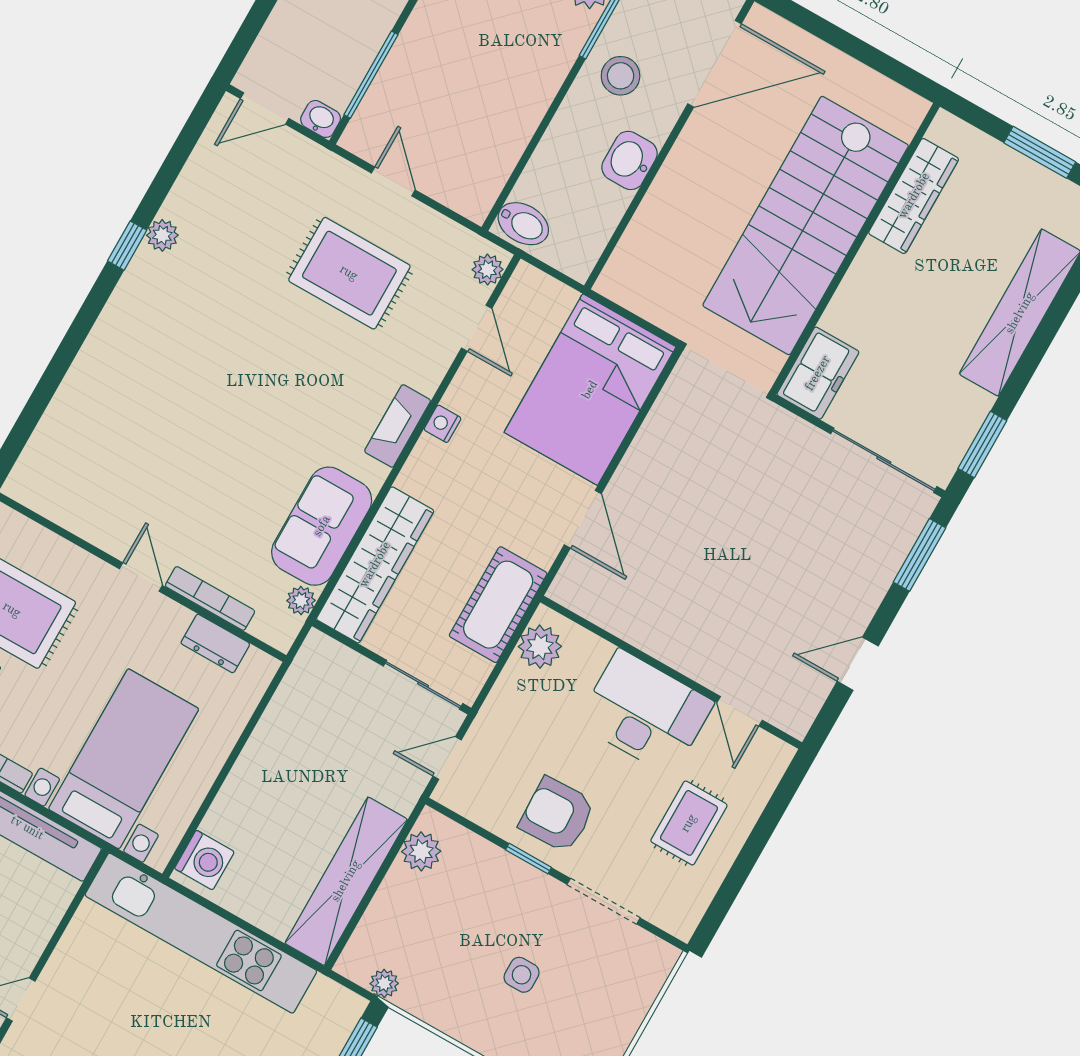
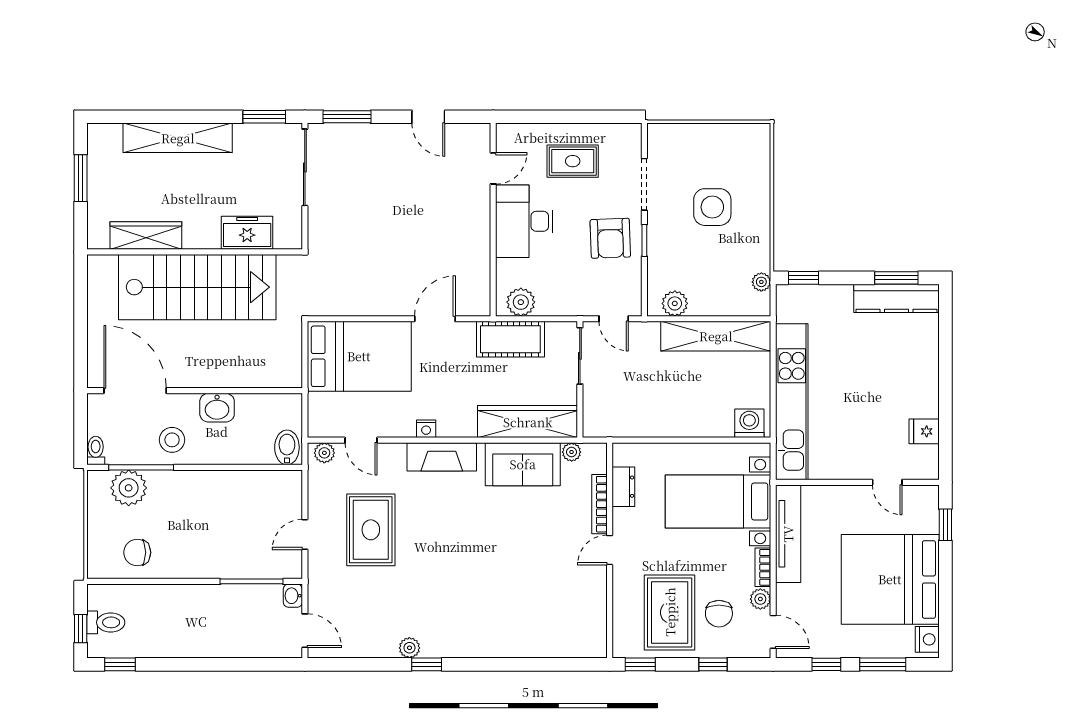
door: (477, 328) -> (361, 440), swing flipped
freezer: (818, 373) -> (247, 233), moved
fireplace: (398, 426) -> (442, 457), width x1.37, depth x1.32
side table: (522, 975) -> (712, 207), width x1.87, depth x1.87

